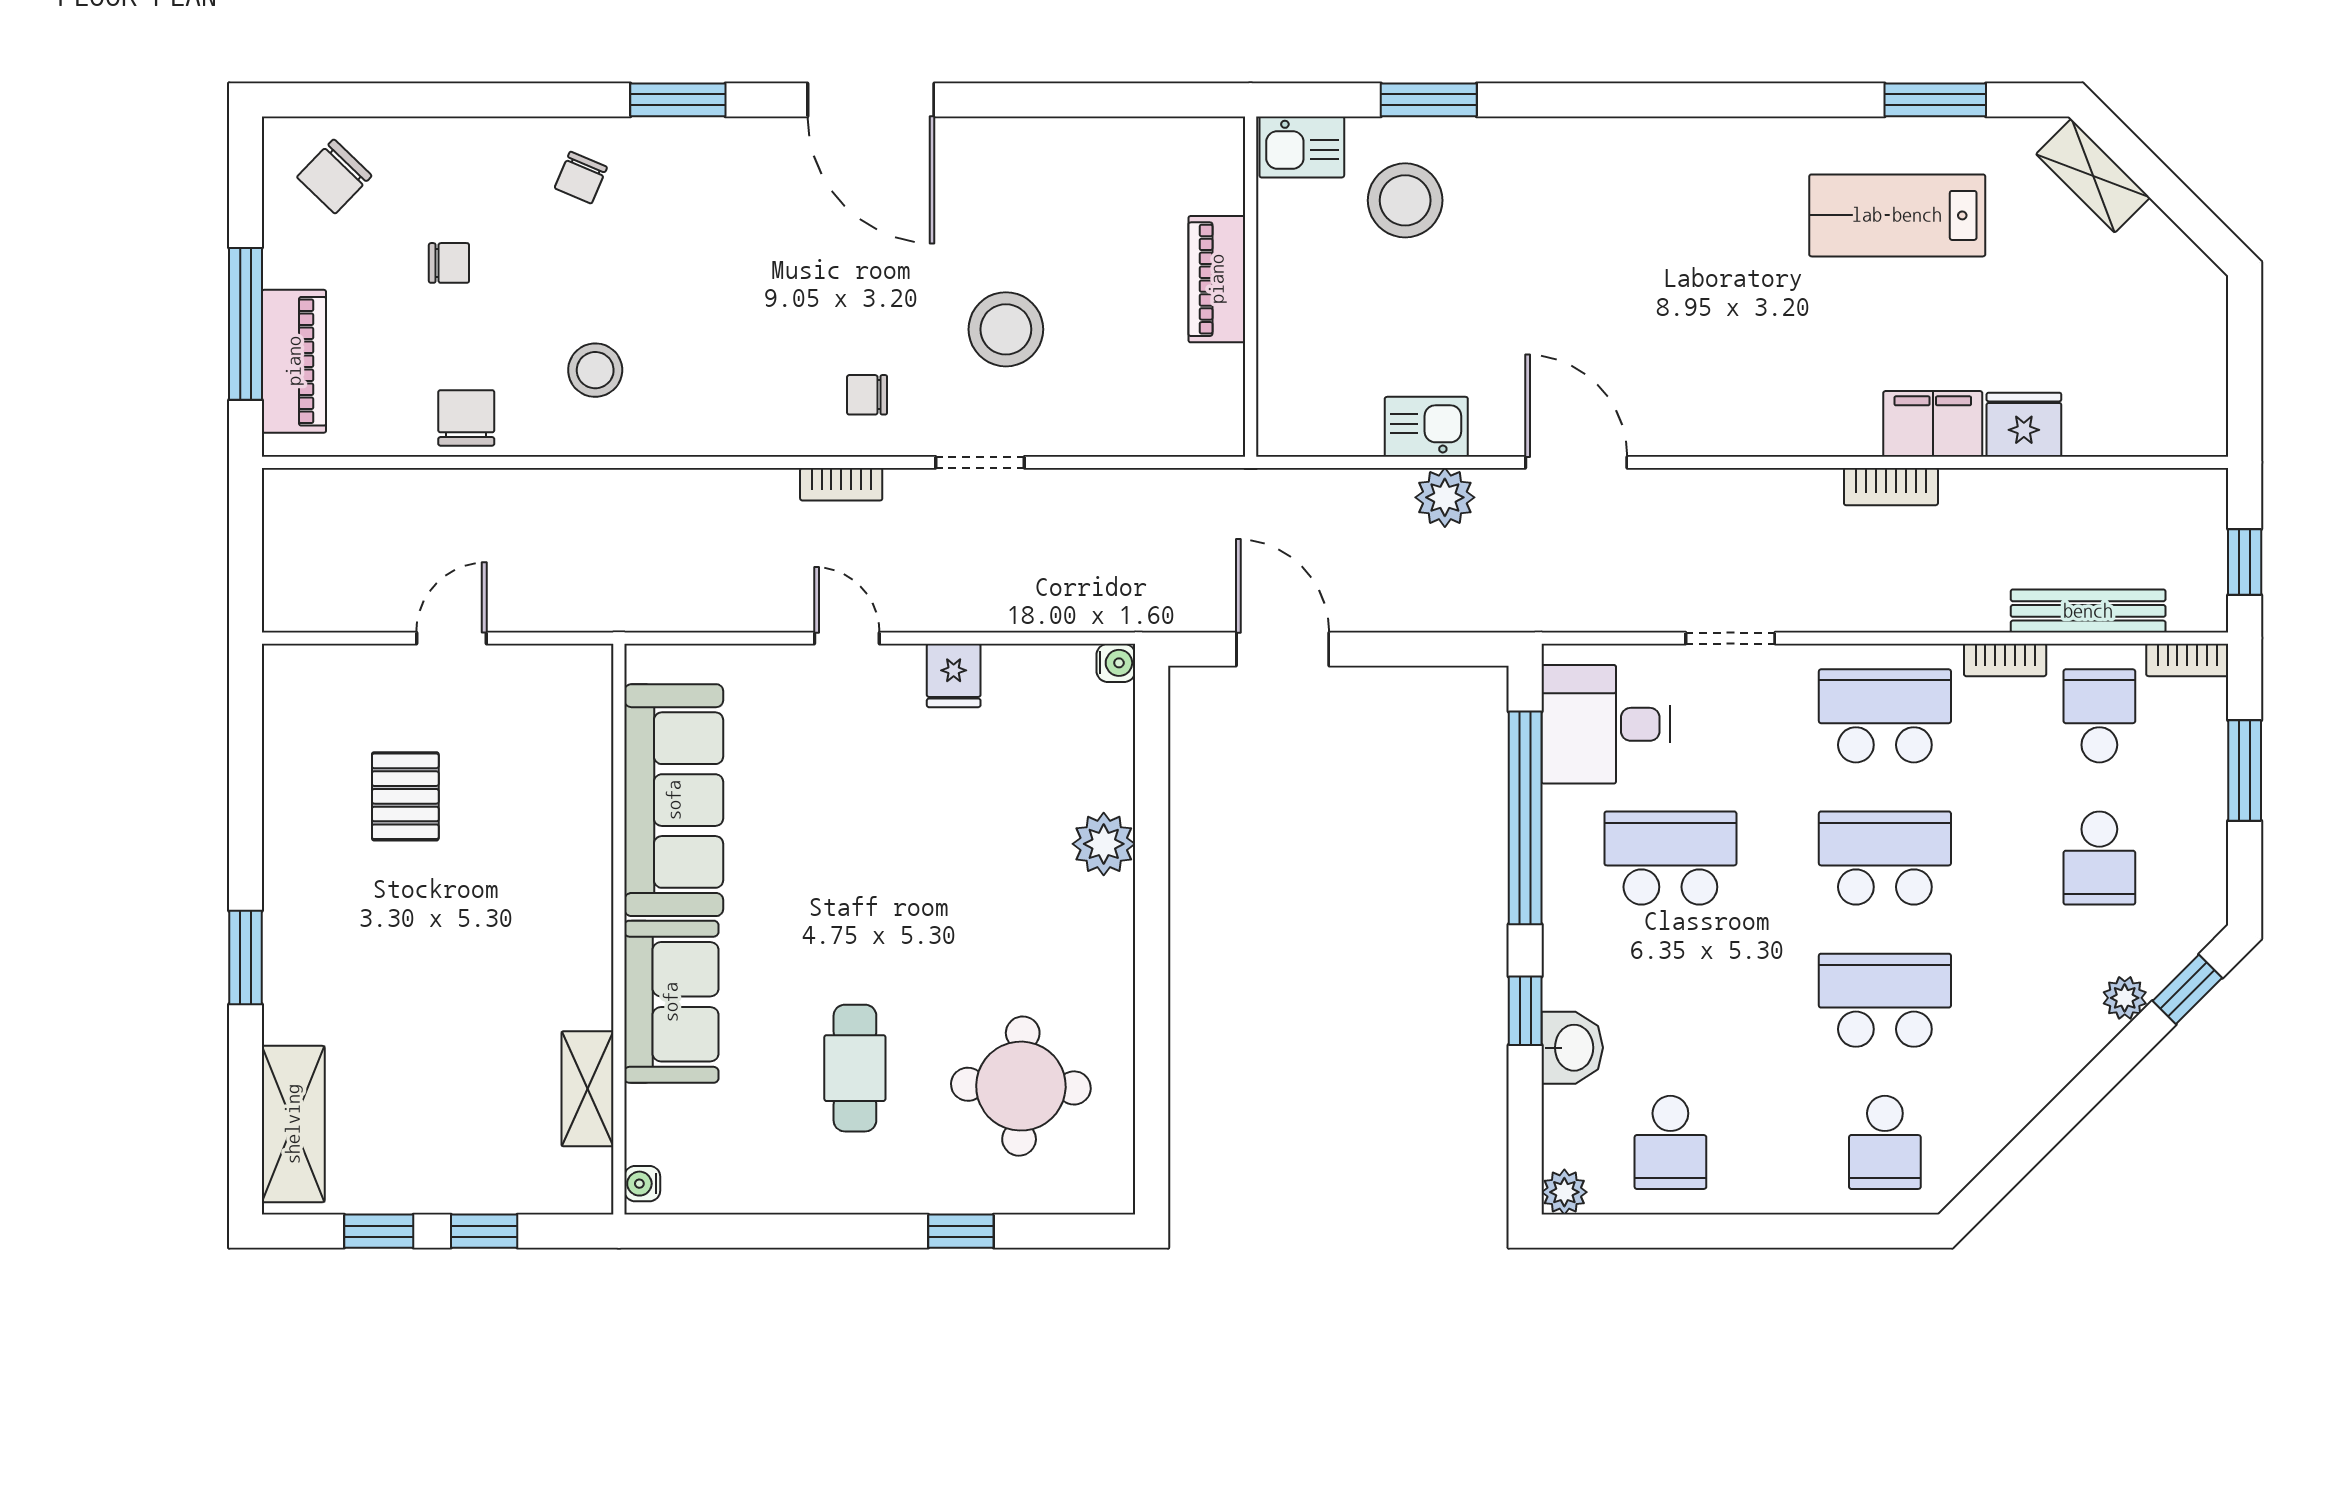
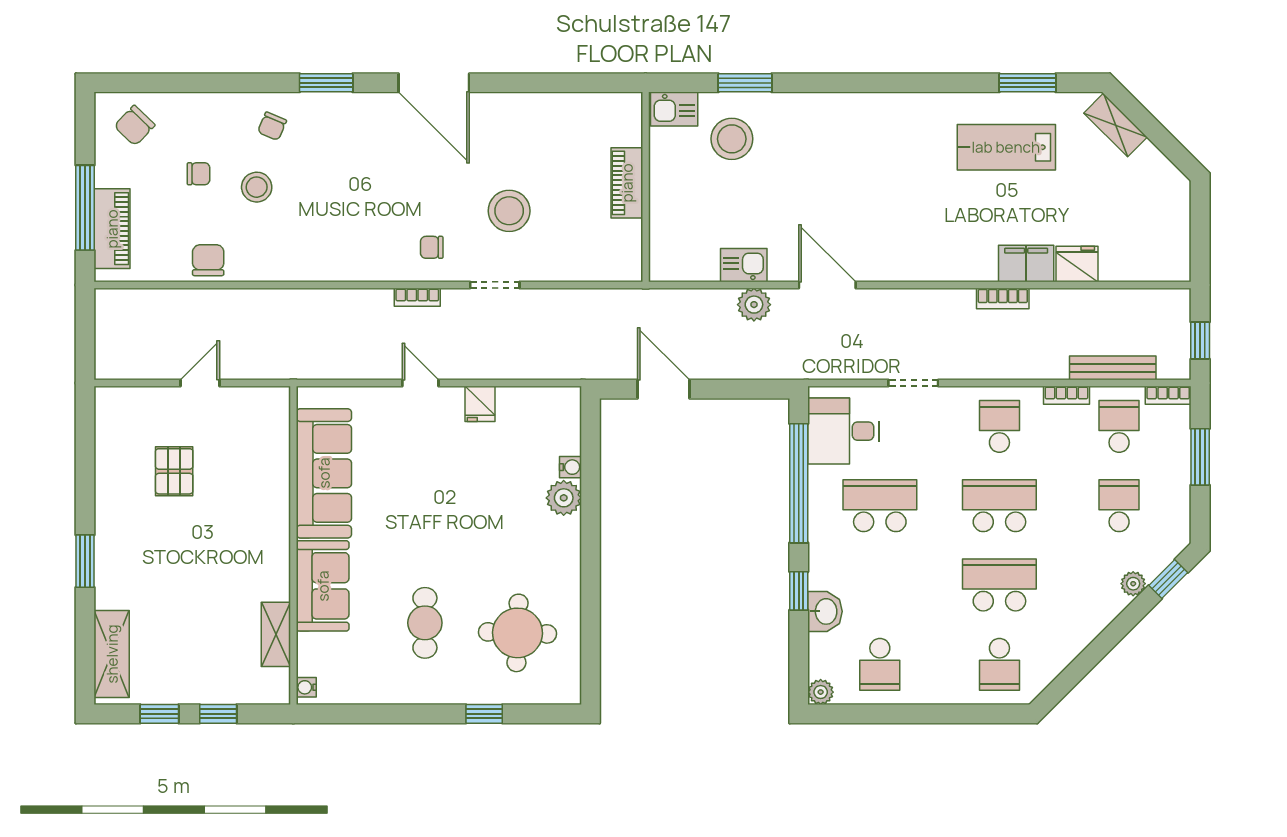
stool: (595, 370) -> (257, 187), moved
water cooler: (1116, 663) -> (570, 467), moved
school desk: (1885, 716) -> (999, 426), width x0.54
school desk: (2099, 858) -> (1119, 506), turned 180

